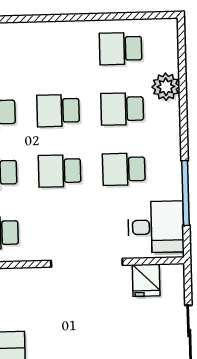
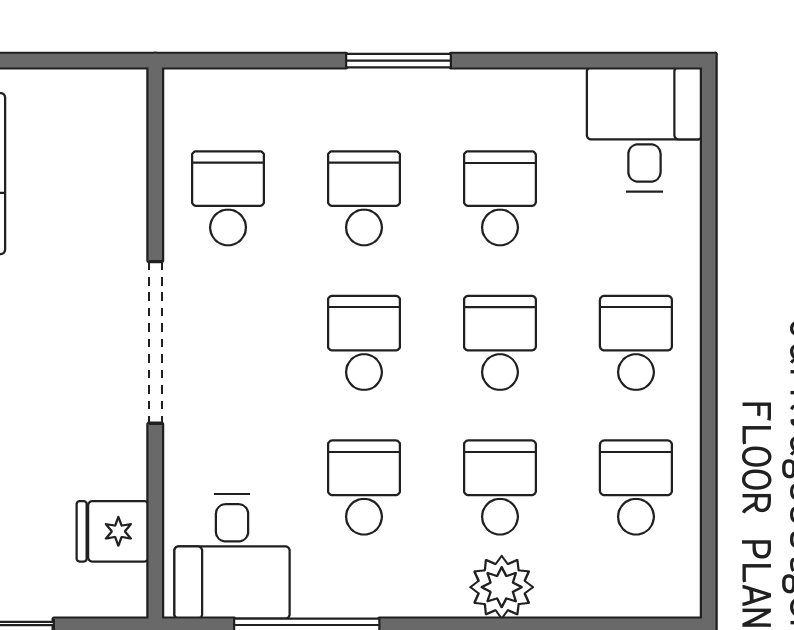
school desk: (56, 50) -> (636, 343), added
plant: (166, 87) -> (502, 587), moved
doorway: (87, 263) -> (155, 342), moved

